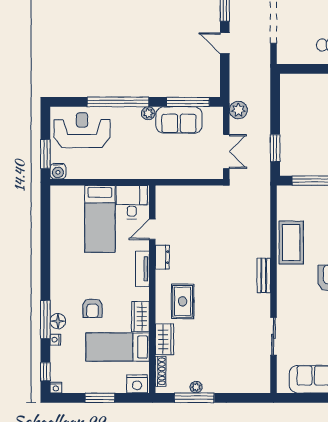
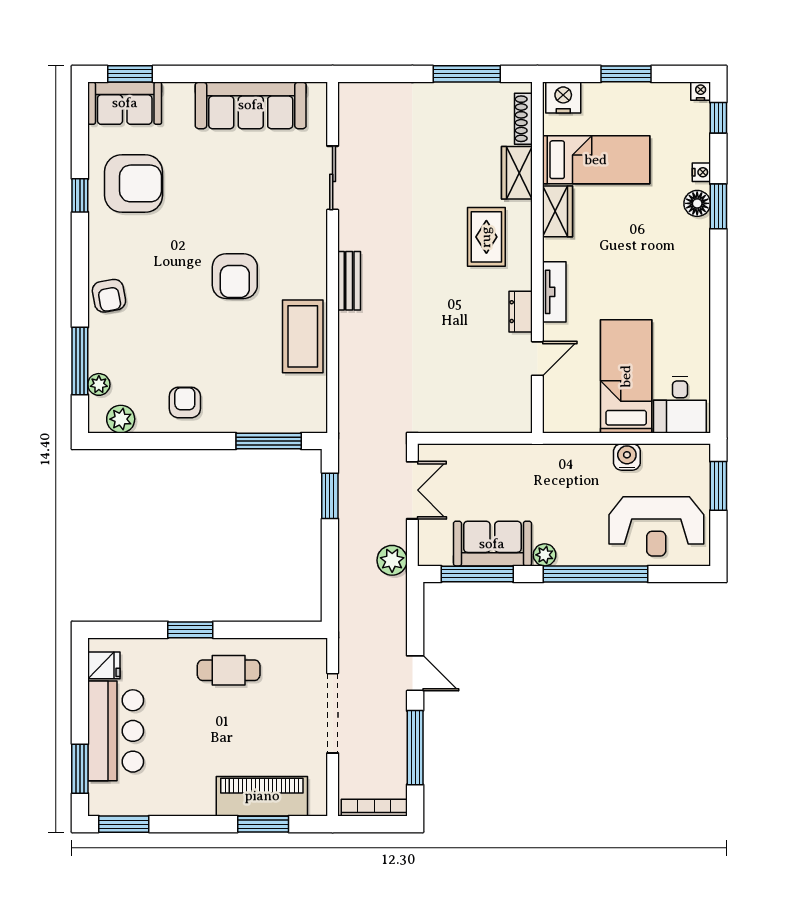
double door: (226, 151) -> (412, 490), swing flipped
water cooler: (58, 171) -> (627, 457), moved
desk: (132, 202) -> (680, 405), moved
armchair: (93, 308) -> (639, 225), removed
window: (45, 319) -> (718, 206), width x0.69
plant: (196, 387) -> (464, 92), removed

